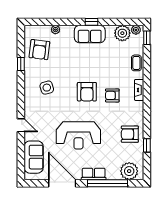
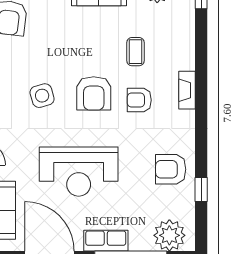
coffee table: (136, 63) -> (135, 52), moved
side table: (47, 88) -> (42, 96), moved

